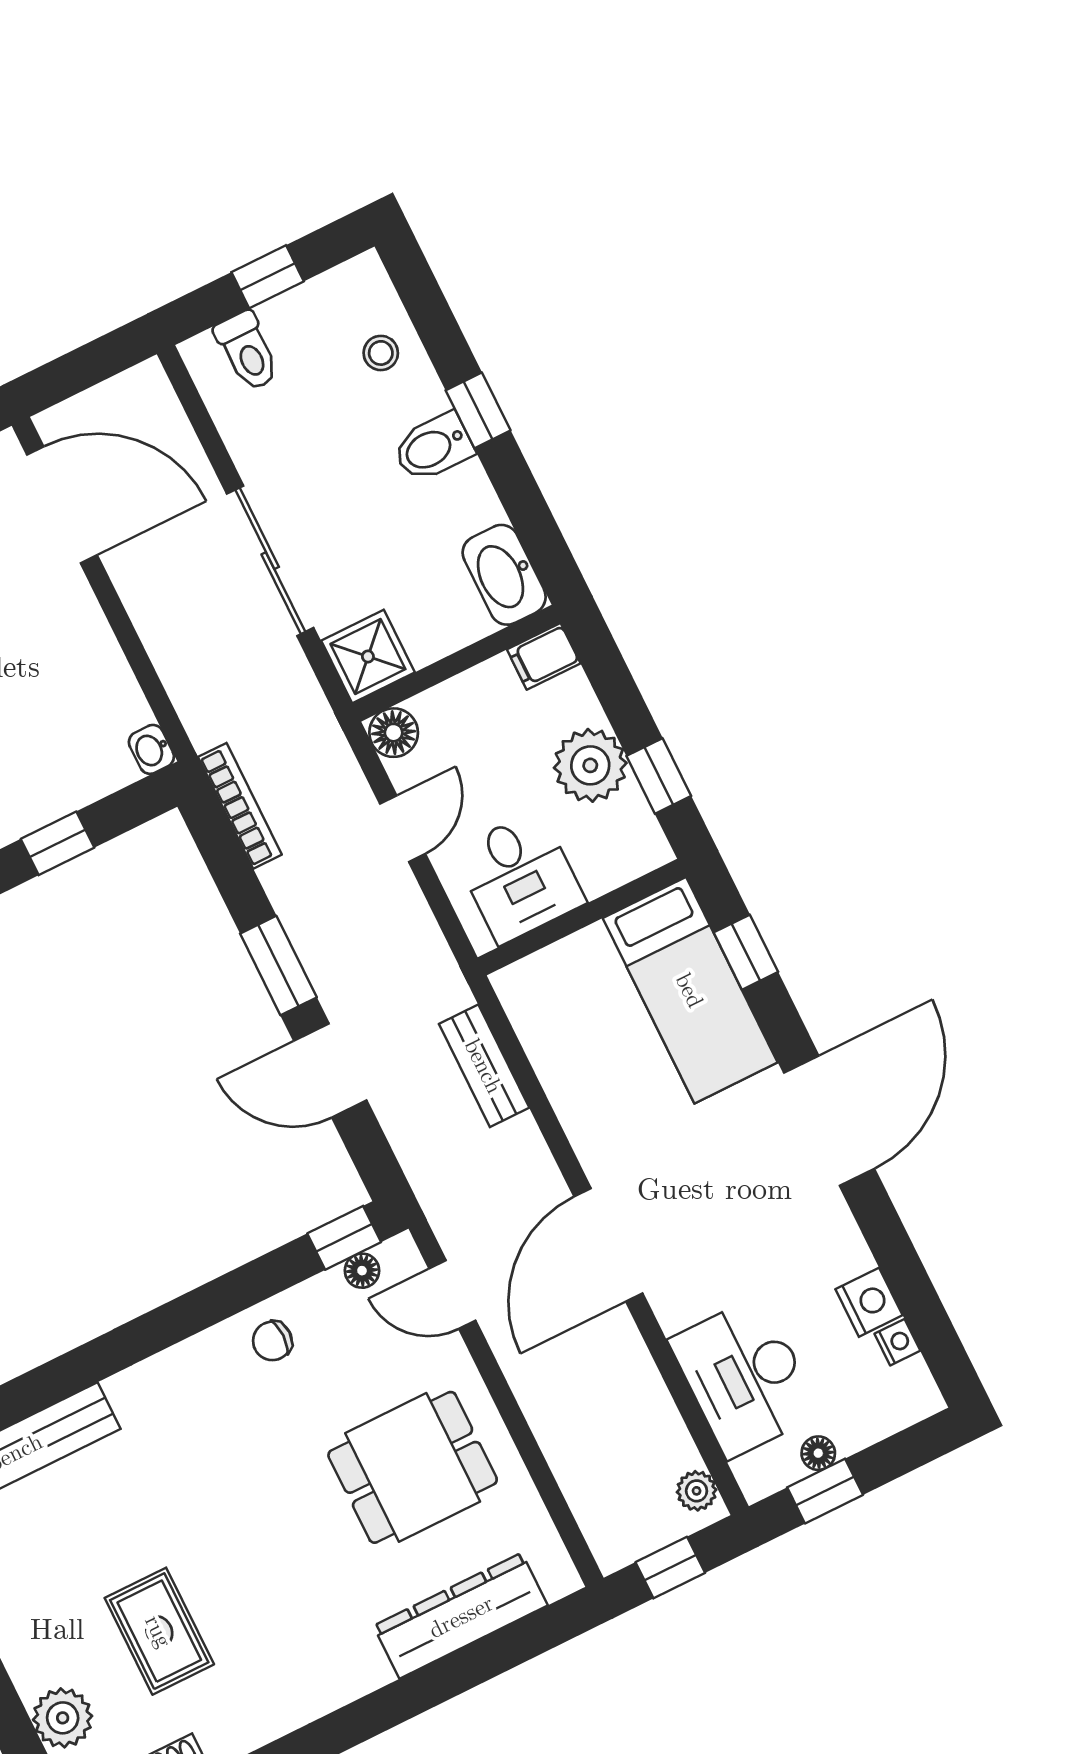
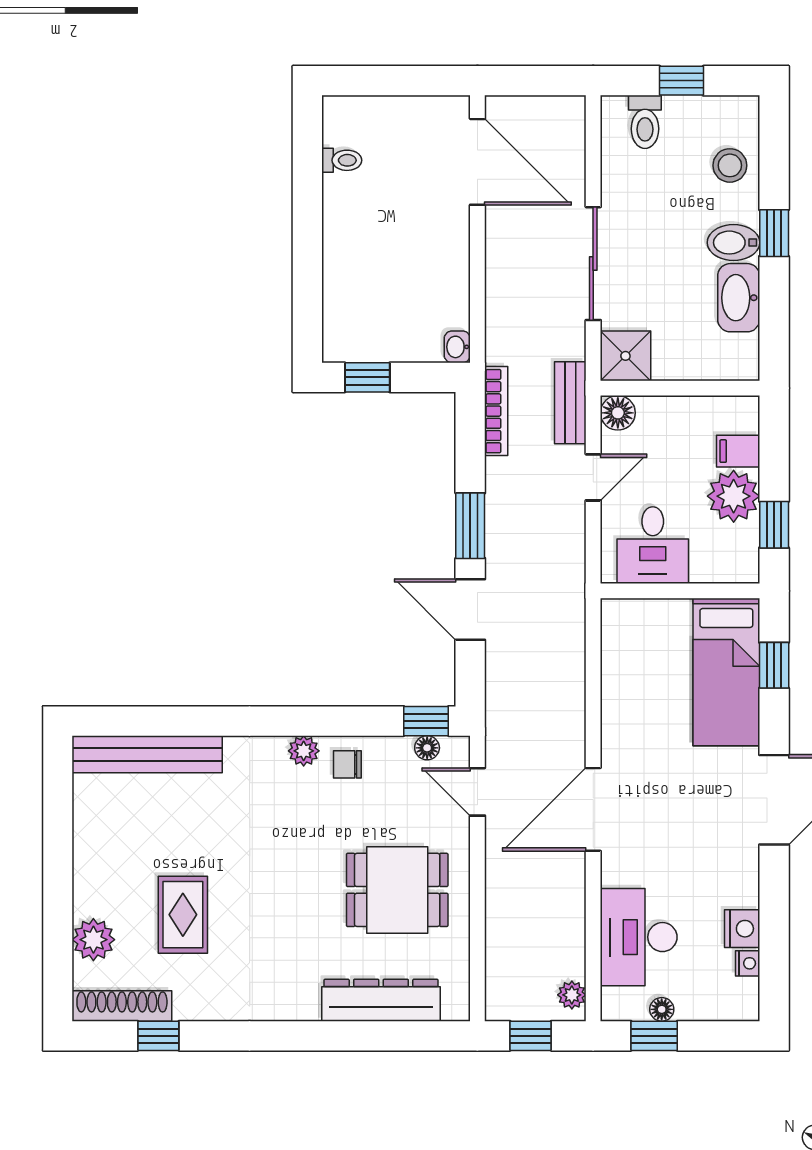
stool: (381, 353) -> (730, 165), width x1.37, depth x1.37
washbasin: (504, 575) -> (739, 298), moved
filing cabinet: (544, 656) -> (738, 451), moved
bench: (484, 1066) -> (570, 403), moved
plant: (209, 1351) -> (304, 751), added

